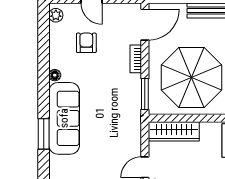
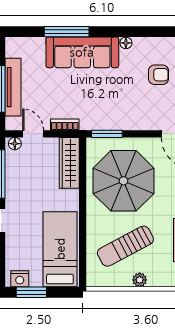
bookcase: (136, 59) -> (65, 125), moved
window: (44, 134) -> (67, 32), width x1.44

